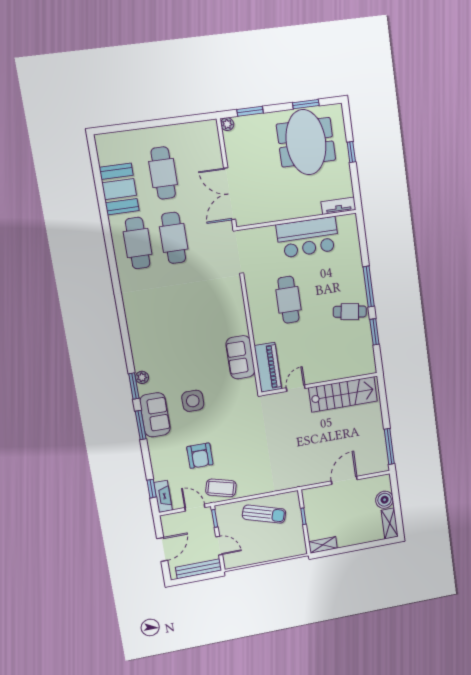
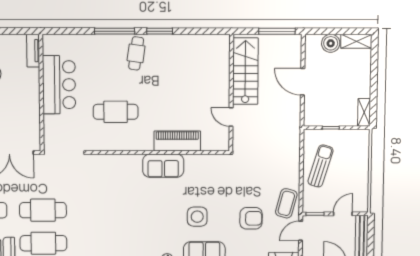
wall: (320, 384) -> (231, 93), moved
door: (296, 388) -> (231, 117), moved
stairs: (343, 394) -> (245, 71), moved

